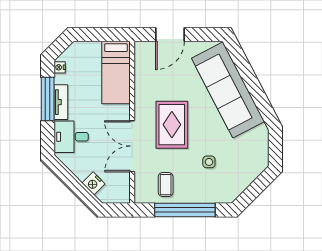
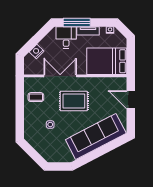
bed: (116, 72) -> (107, 61), width x1.50
window: (48, 99) -> (77, 22), moved
window: (185, 210) -> (20, 109), removed

